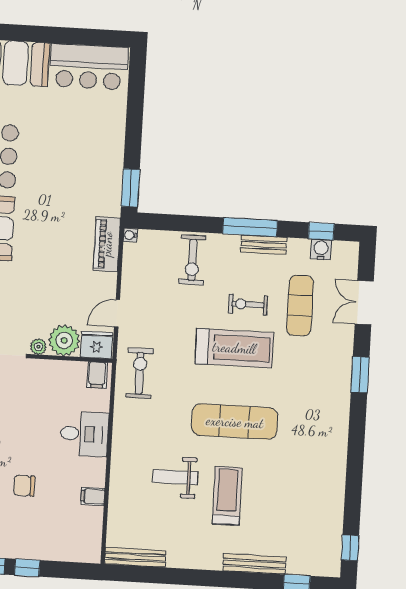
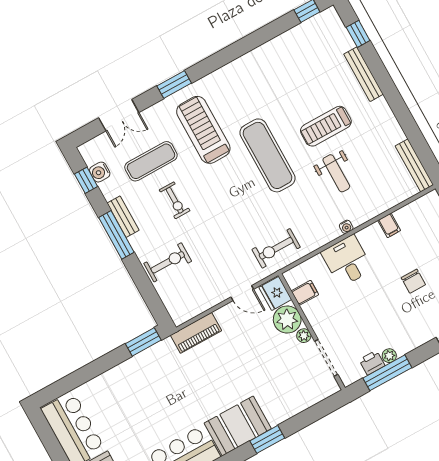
water cooler: (130, 235) -> (346, 227), moved
treadmill: (234, 348) -> (203, 130), moved
filing cabinet: (97, 375) -> (305, 293), moved

